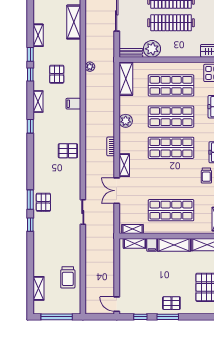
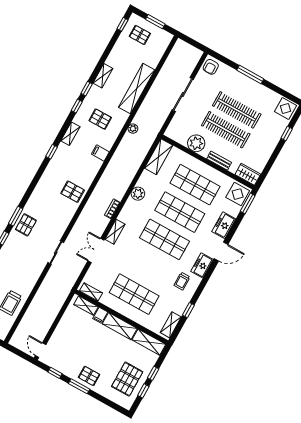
shelving: (74, 22) -> (137, 89), width x1.47
bench: (131, 53) -> (219, 161), moved
pallet: (57, 74) -> (100, 119), turned 90

